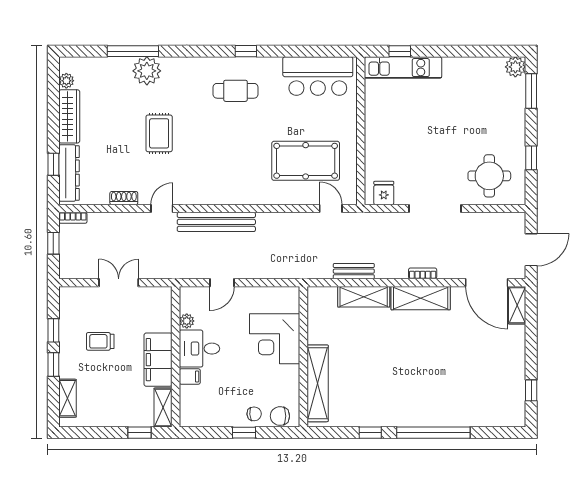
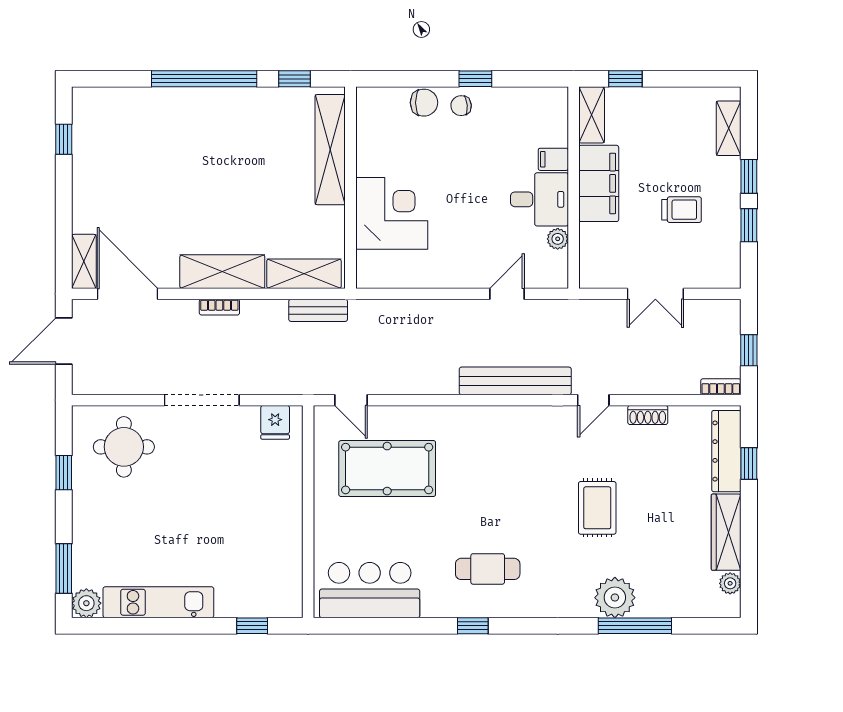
kitchen unit: (403, 68) -> (158, 602), moved
corner desk: (275, 339) -> (392, 213), moved
wall: (303, 357) -> (351, 188), moved
shelving: (318, 383) -> (330, 150), moved

